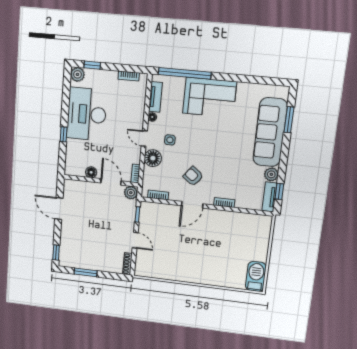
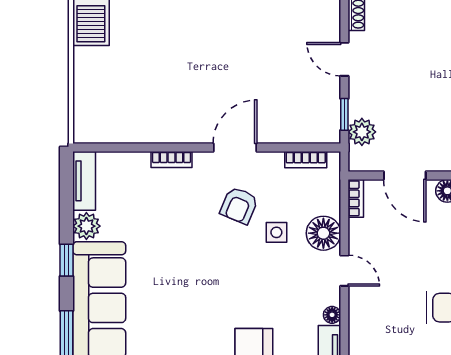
side table: (170, 140) -> (276, 232), moved
armchair: (193, 176) -> (239, 205), turned 75
window: (279, 191) -> (67, 260), moved
plant: (131, 193) -> (362, 132), moved

